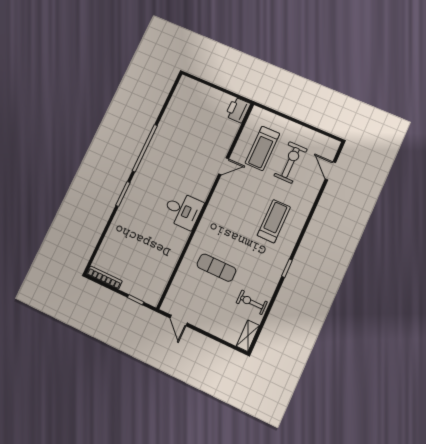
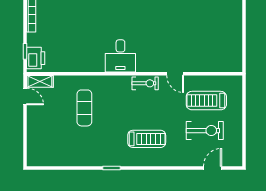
printer: (238, 110) -> (36, 58), moved, turned 90
exercise bike: (252, 302) -> (145, 83), moved, turned 90
door: (179, 320) -> (25, 96), swing flipped
shelving: (248, 336) -> (40, 81), moved

